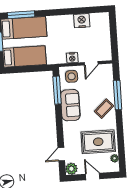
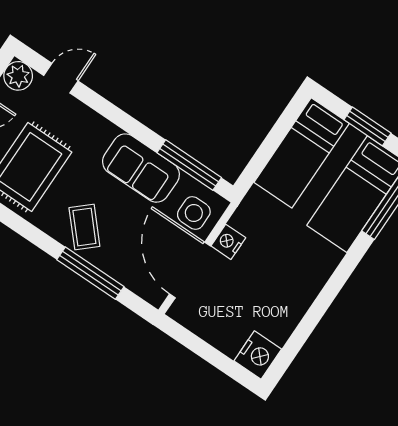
nightstand: (82, 21) -> (258, 355), moved
door: (91, 63) -> (190, 270), width x1.87
door: (61, 154) -> (61, 78), hinge flipped

